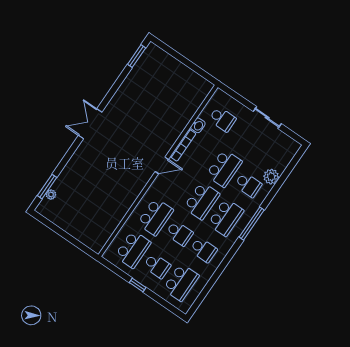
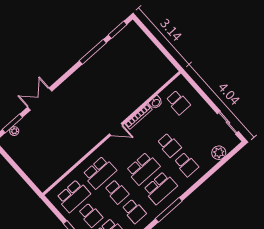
window: (116, 87) -> (93, 52), added
sliding door: (267, 118) -> (228, 123), moved
double door: (90, 124) -> (40, 99), moved
school desk: (224, 168) -> (169, 145), width x0.54
plant: (271, 177) -> (219, 153), moved
window: (252, 224) -> (169, 210), moved

